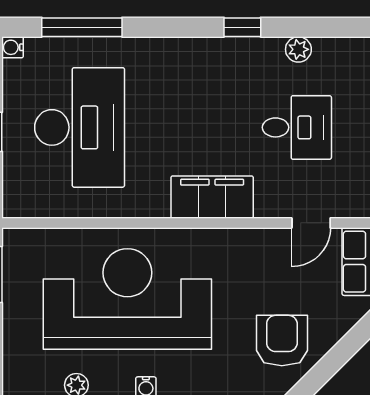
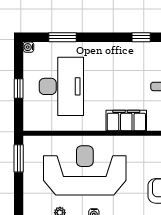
window: (82, 27) -> (62, 37), width x0.69

